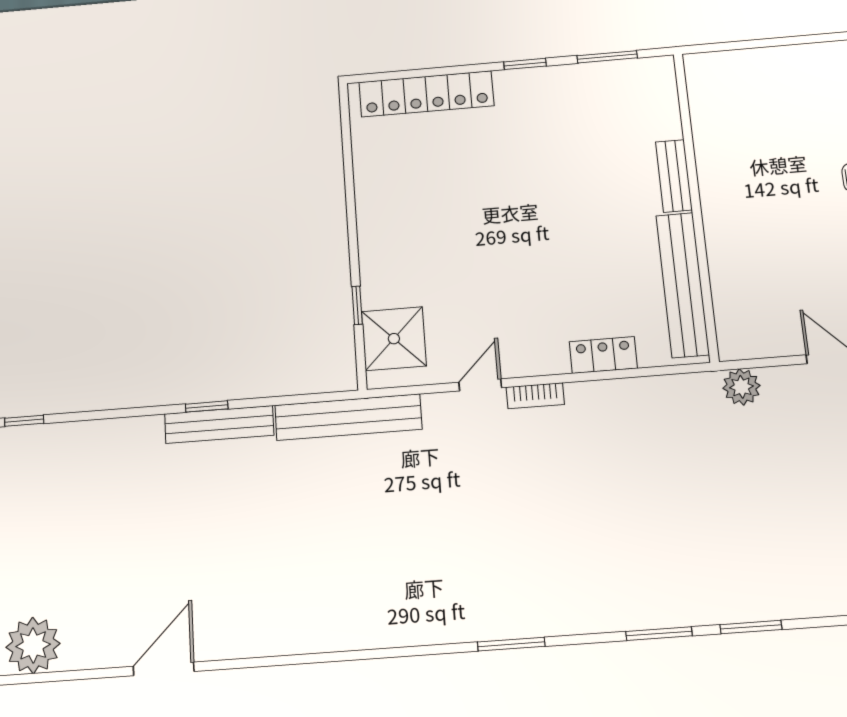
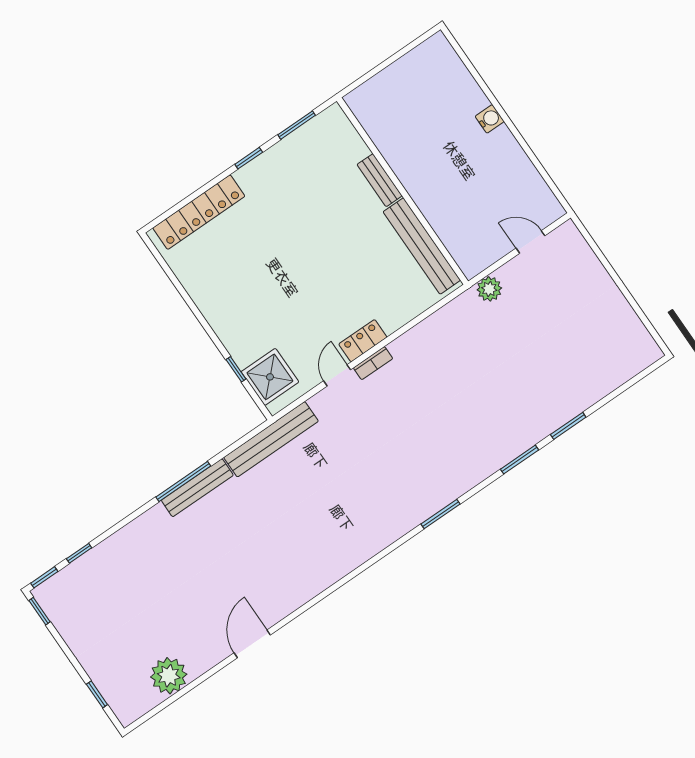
locker: (603, 355) -> (363, 341), moved
window: (207, 406) -> (183, 481), width x2.17

